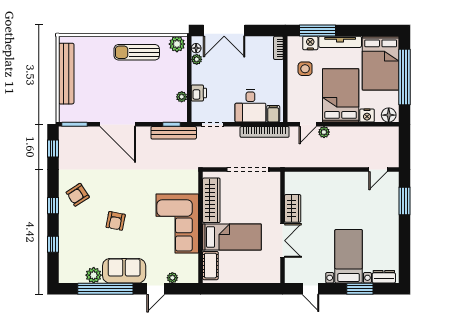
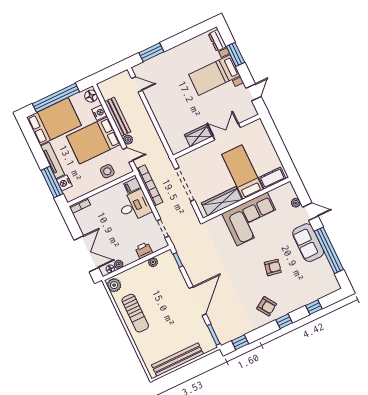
side table: (305, 69) -> (107, 171), moved
bench: (174, 133) -> (118, 117), moved
plant: (94, 275) -> (323, 264), removed

